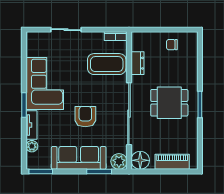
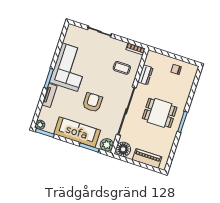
coffee table: (107, 64) -> (122, 68), width x0.54, depth x0.58
plant: (32, 146) -> (40, 125), moved

